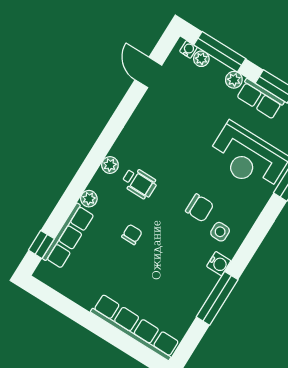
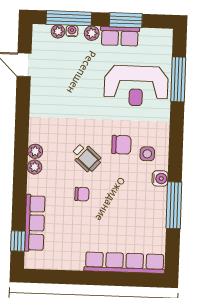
water cooler: (188, 49) -> (72, 31), moved
wheelchair: (139, 183) -> (86, 157), moved, turned 42
plant: (89, 199) -> (35, 167), moved
chair: (132, 234) -> (82, 194), turned 90

